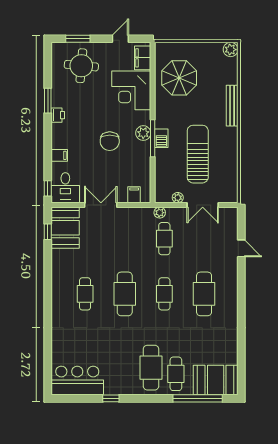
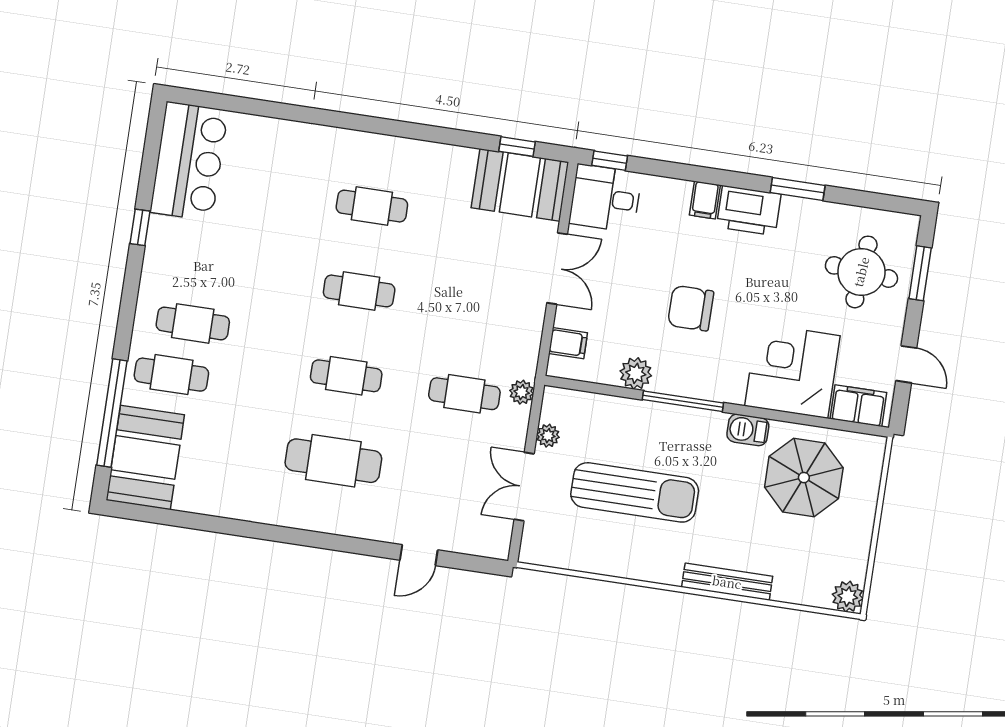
printer: (58, 115) -> (749, 211), width x1.87, depth x1.48
plant: (143, 133) -> (636, 373), moved
barbecue: (161, 138) -> (748, 430), moved
filing cabinet: (59, 155) -> (705, 200), moved
cafe table: (125, 294) -> (359, 291), width x0.73, depth x0.74
cafe table: (151, 368) -> (193, 323), width x0.73, depth x0.74

